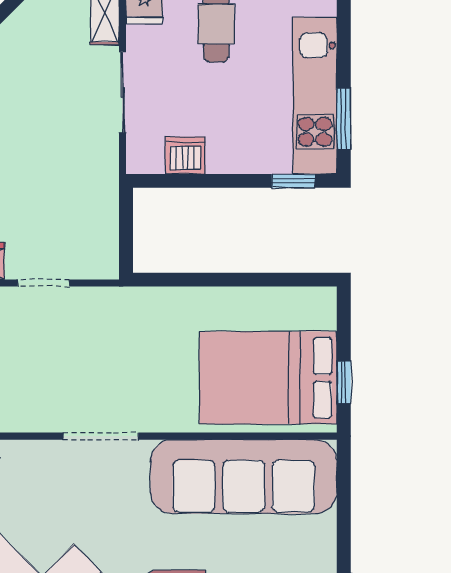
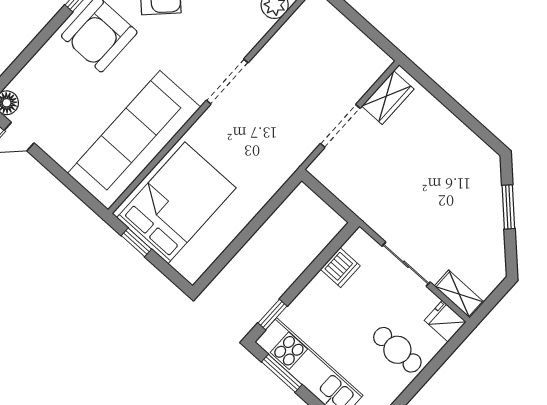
doorway: (43, 283) -> (340, 126), width x1.38

